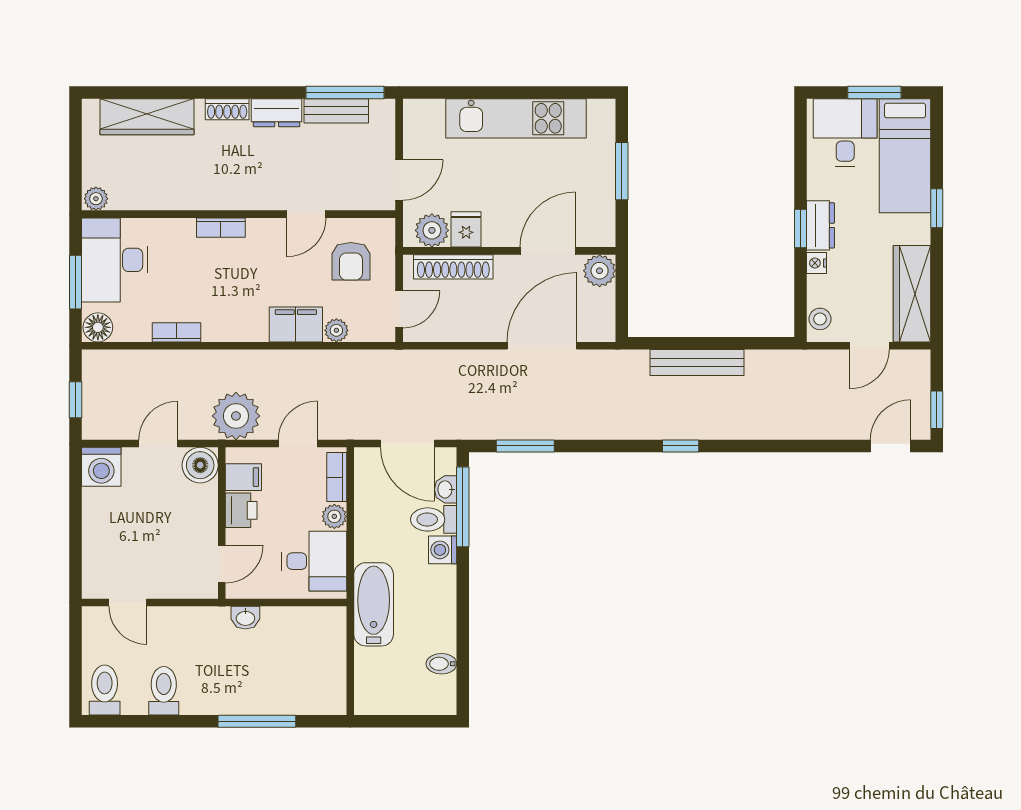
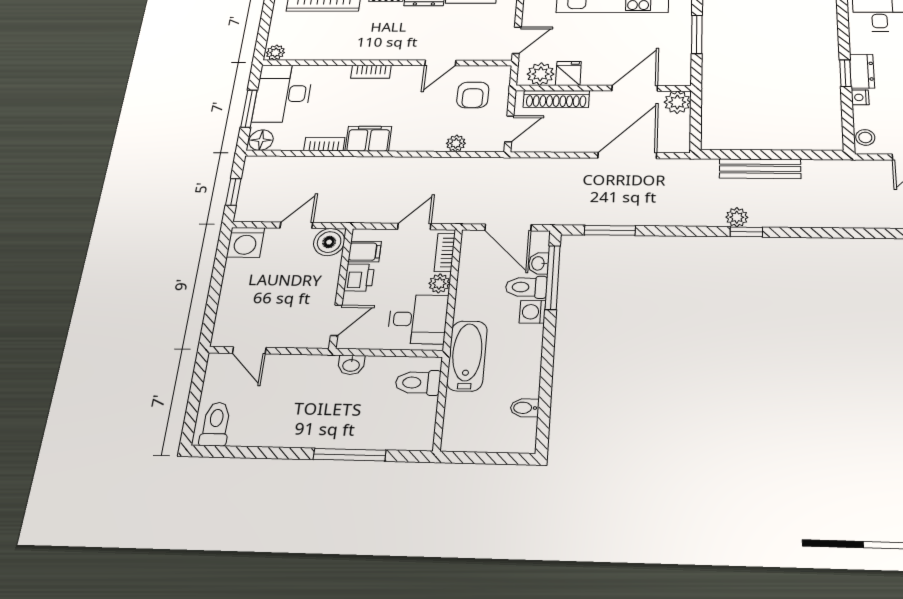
filing cabinet: (296, 324) -> (368, 139), moved
plant: (236, 416) -> (737, 217), moved, width x0.53, depth x0.53
toilet: (164, 691) -> (418, 383), moved, turned -90

